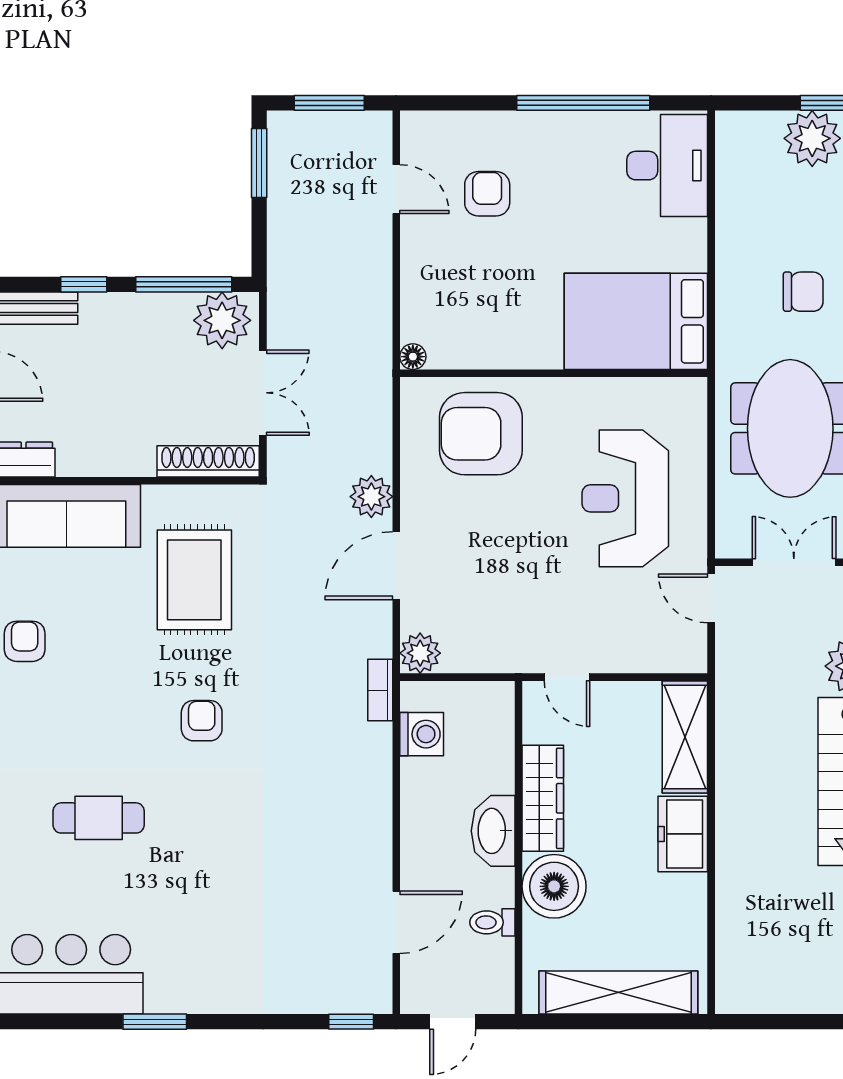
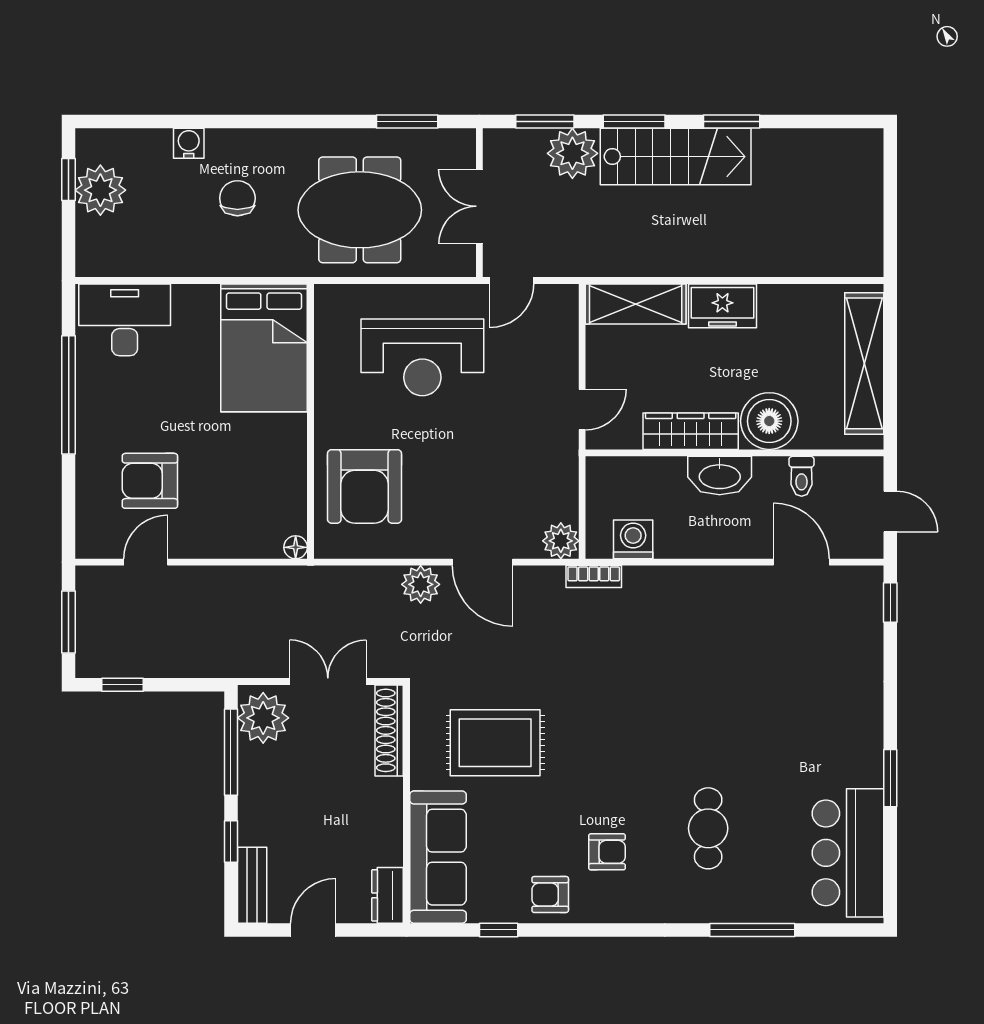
window: (259, 163) -> (122, 685), width x0.67
armchair: (487, 194) -> (150, 481), width x1.38, depth x1.38
armchair: (202, 721) -> (607, 852), moved, turned 180

